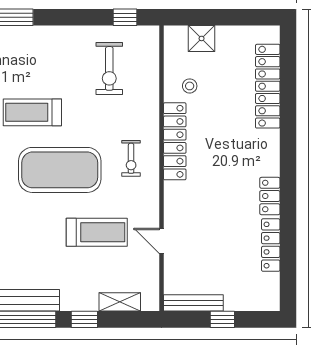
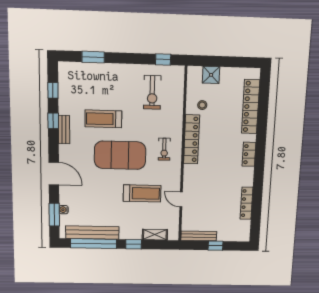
locker: (270, 196) -> (249, 154), moved

